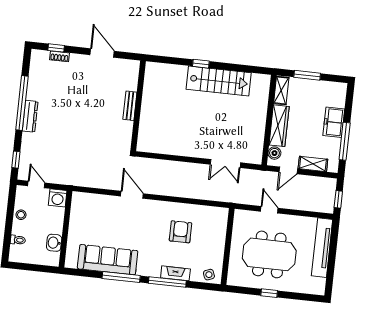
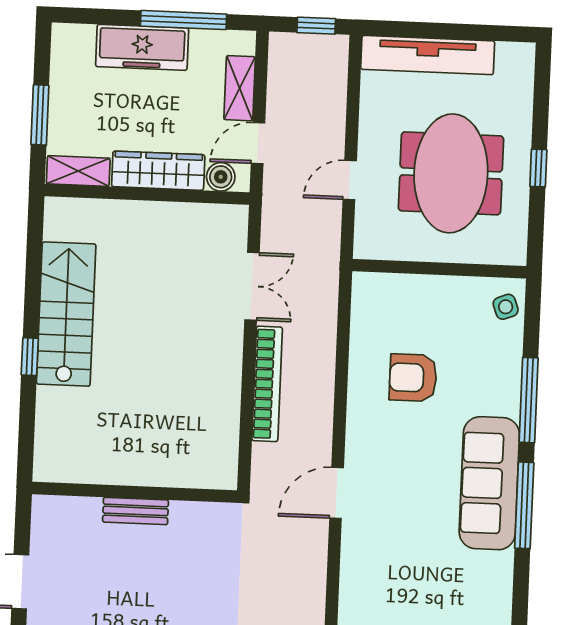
freezer: (334, 122) -> (142, 47), width x1.40
bookcase: (182, 167) -> (267, 384), added
door: (288, 170) -> (258, 143), swing flipped
sofa: (108, 260) -> (489, 483), moved
fireplace: (175, 273) -> (508, 383), removed

